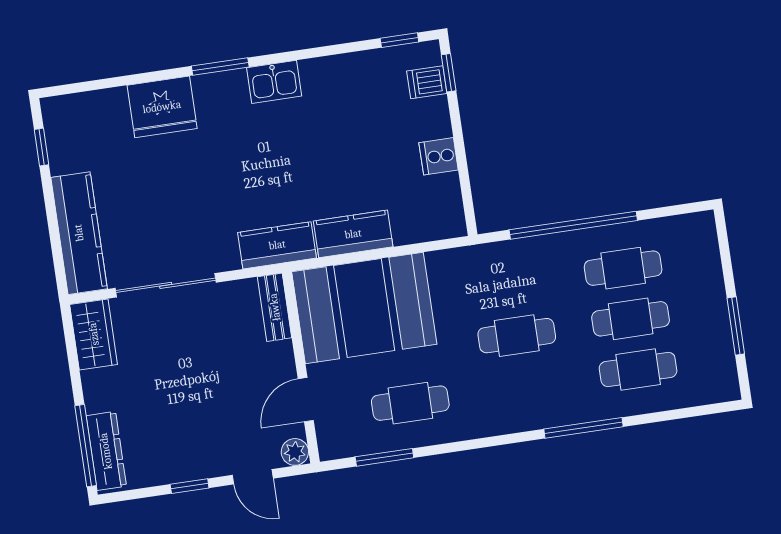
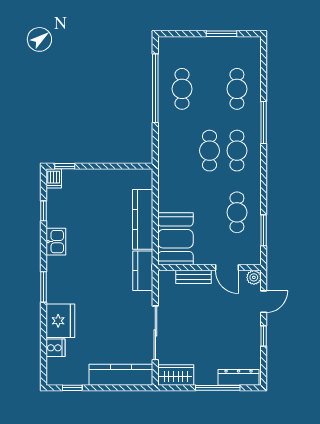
window: (399, 40) -> (44, 211), moved
kitchen sink: (274, 82) -> (56, 242), moved
dishwasher: (427, 82) -> (54, 178), moved
cooker: (439, 156) -> (55, 348), moved, turned -90
window: (573, 225) -> (155, 88), moved
kitchen counter: (353, 234) -> (143, 219), width x1.50
bench: (275, 307) -> (193, 277), moved
booth: (364, 308) -> (175, 239), width x0.73, depth x0.70
cafe table: (631, 319) -> (237, 151), moved
window: (86, 446) -> (218, 388), moved

